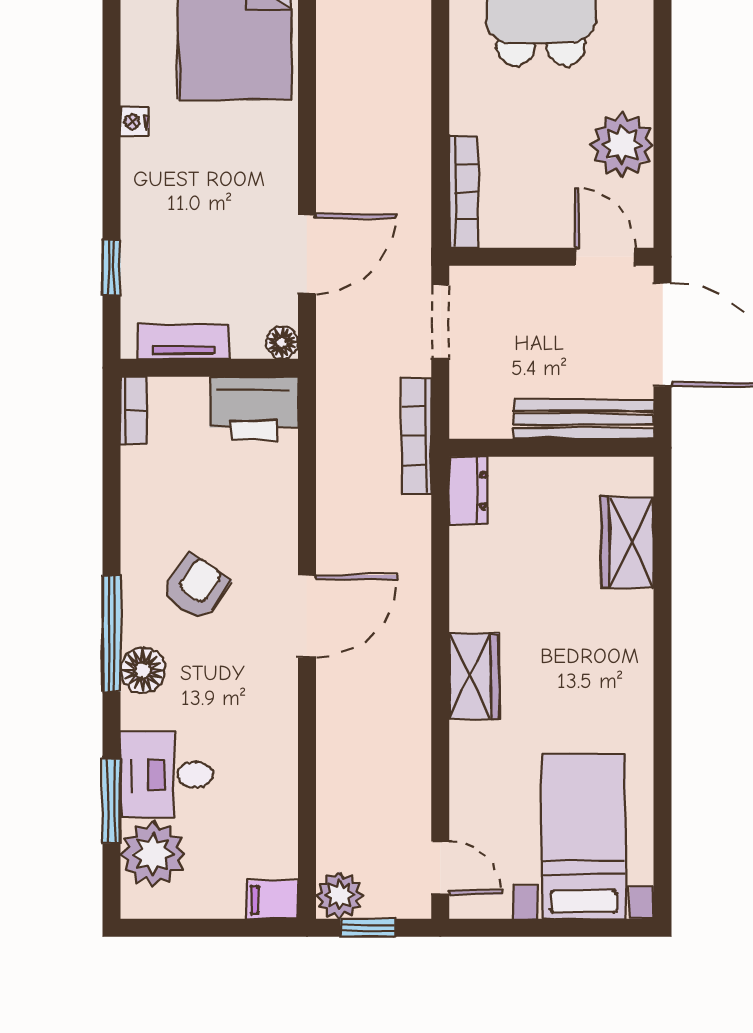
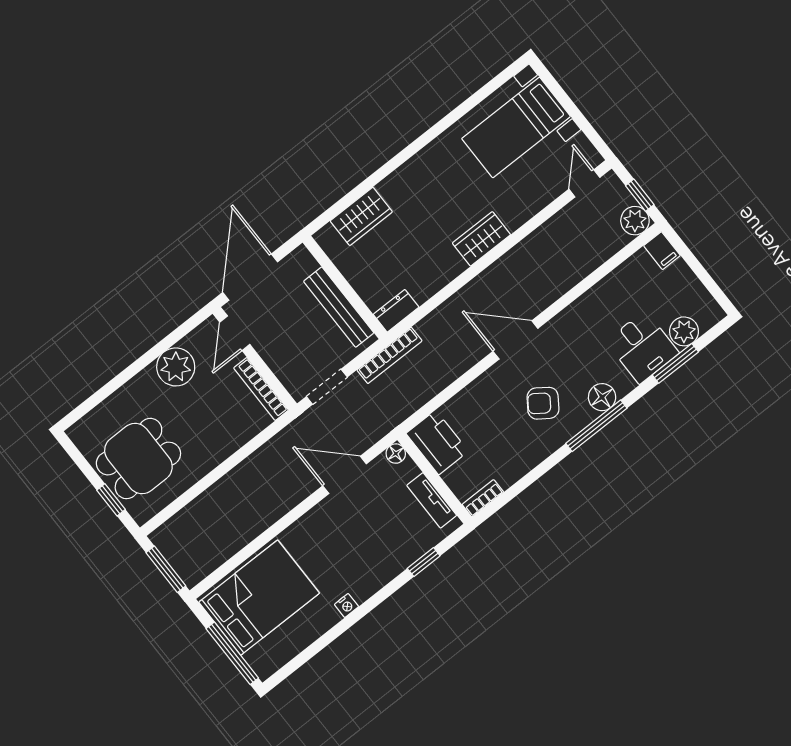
bookcase: (464, 192) -> (261, 389), moved, turned -90
bench: (584, 419) -> (339, 307), moved
plant: (153, 854) -> (684, 331), width x0.73, depth x0.73

